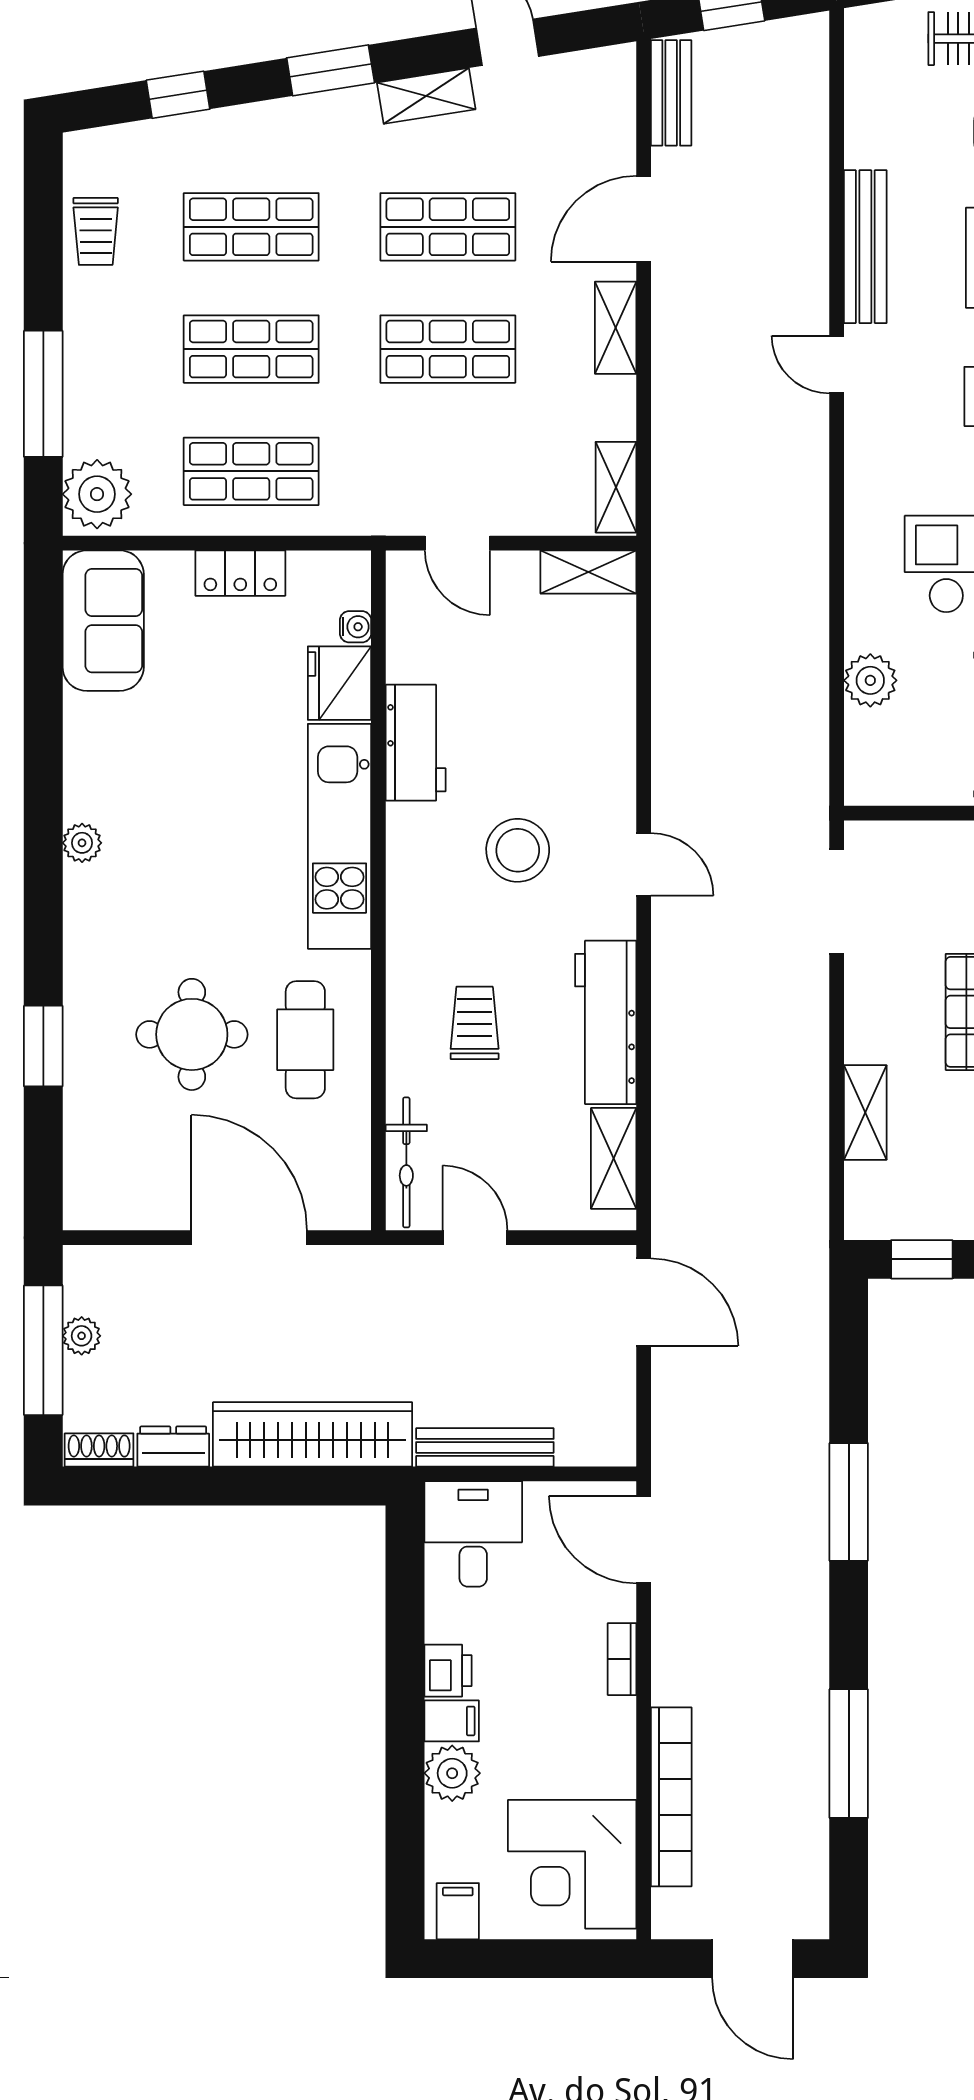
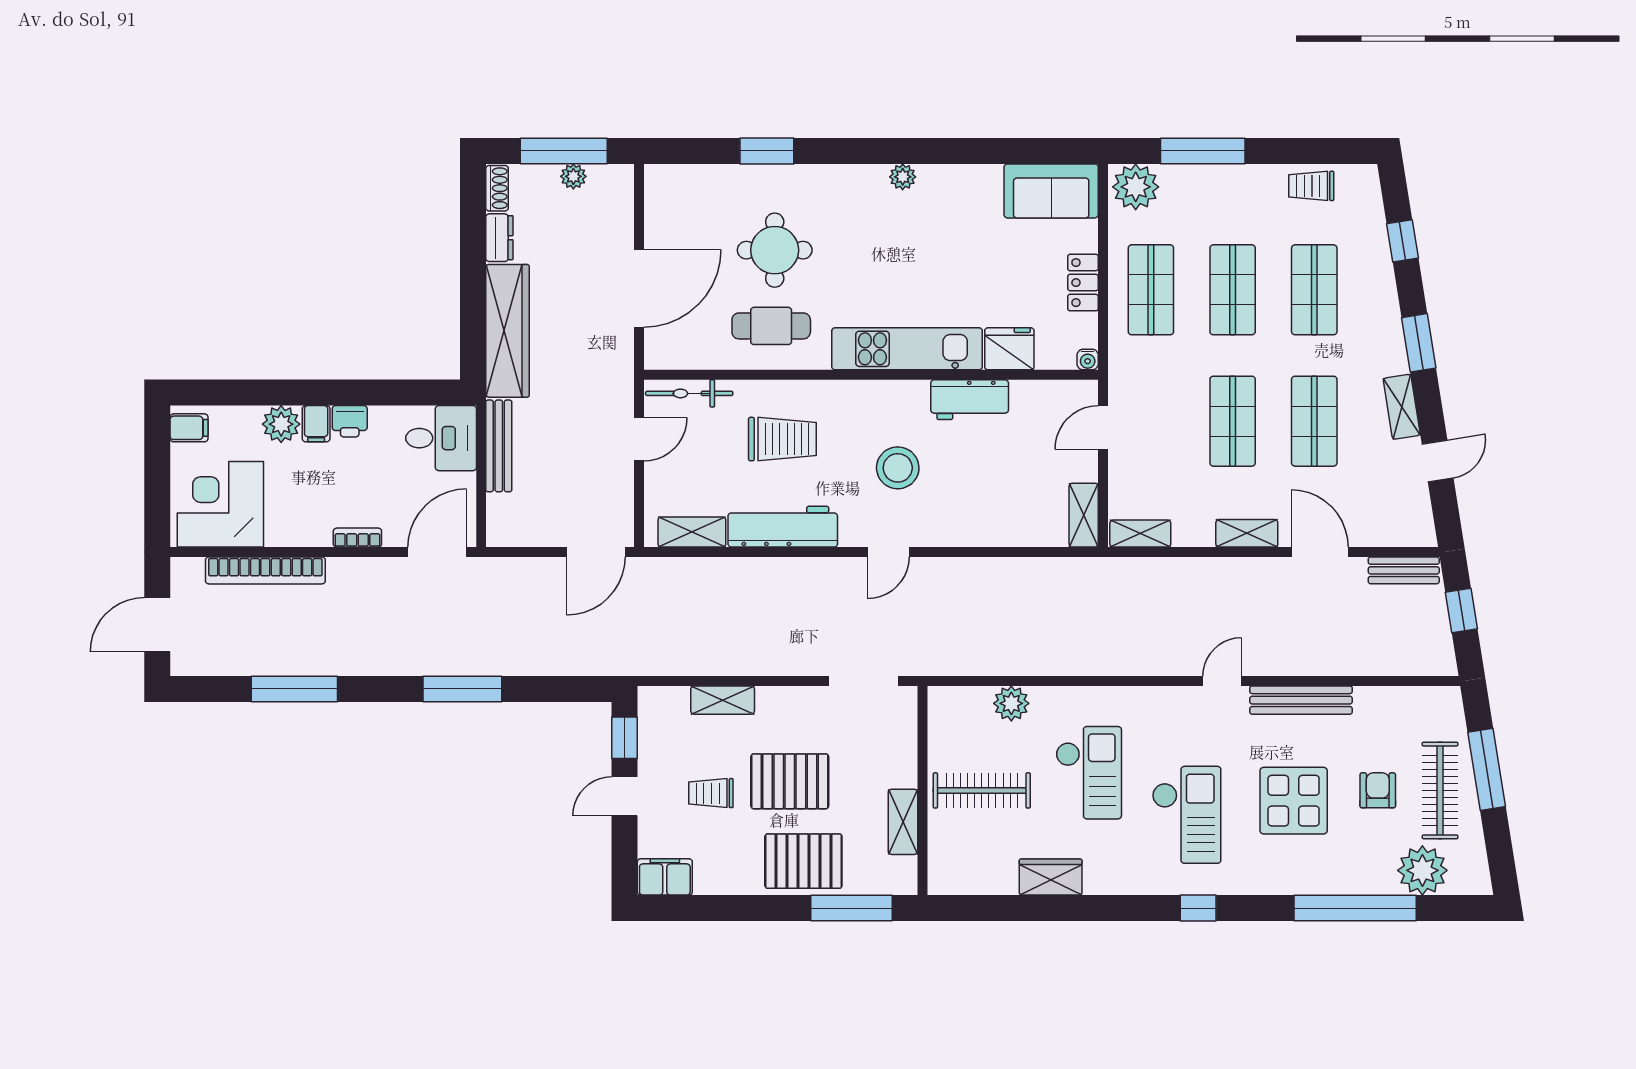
water cooler: (356, 627) -> (1088, 360), moved
trolley: (475, 1023) -> (782, 439), width x1.36, depth x1.39

